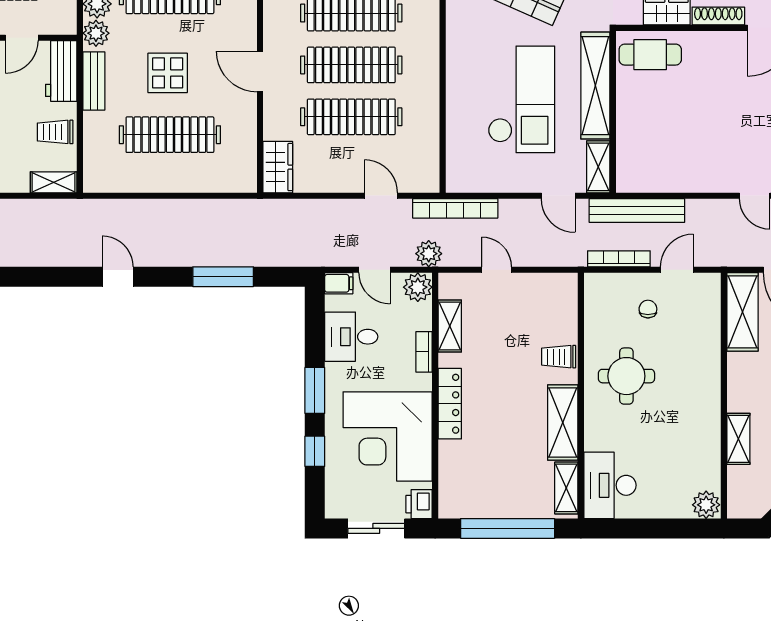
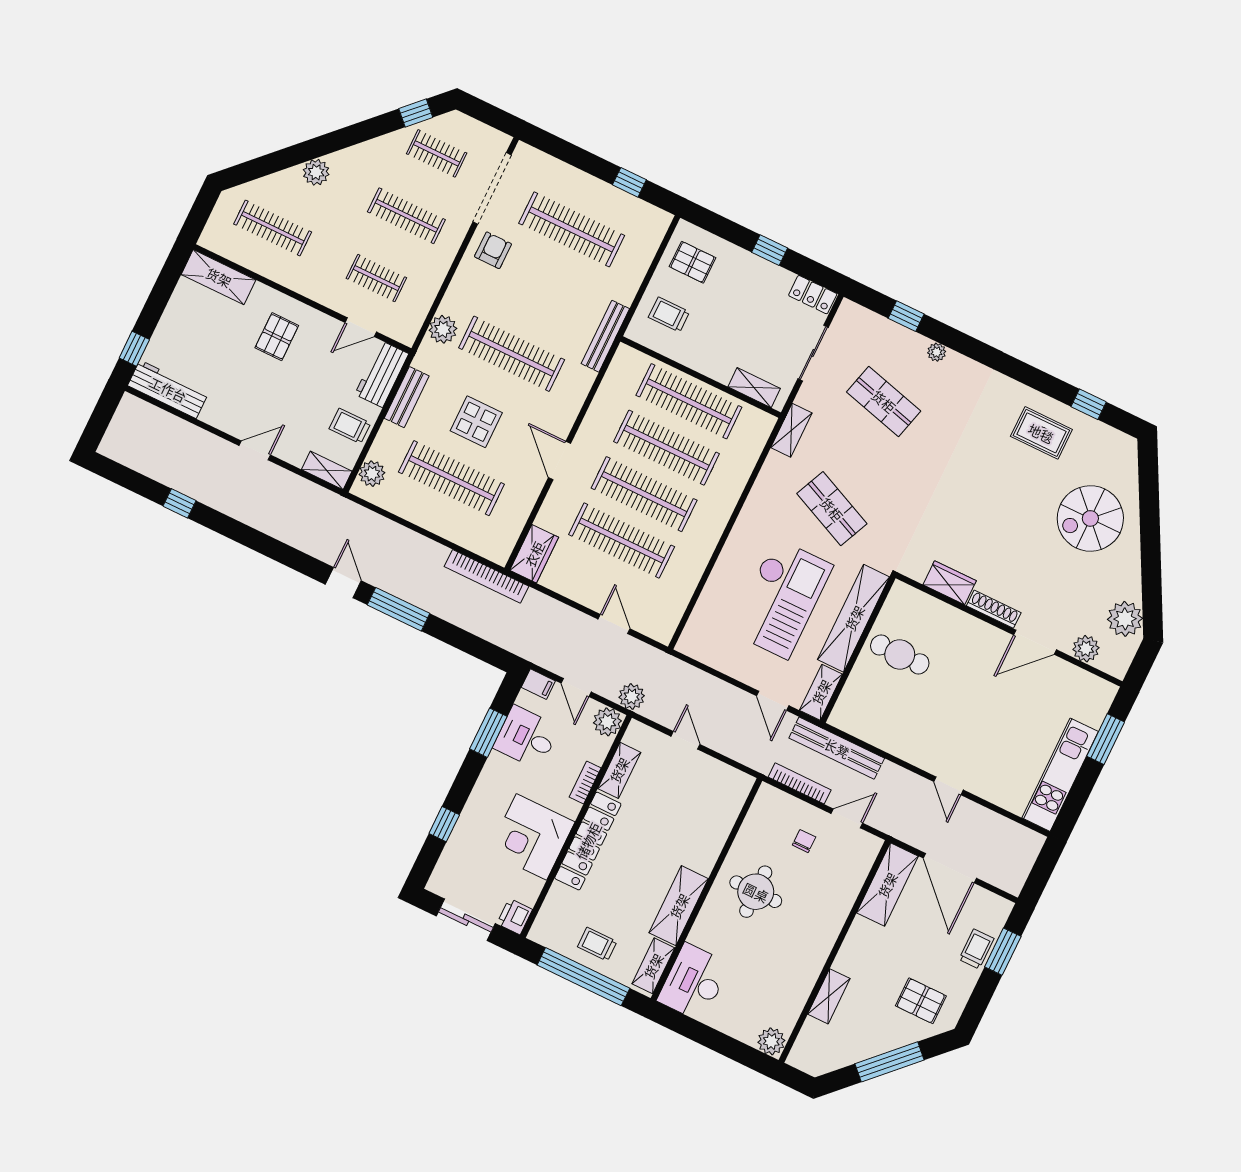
plant: (96, 33) -> (372, 474), moved
cafe table: (650, 55) -> (900, 654), moved
bookcase: (455, 208) -> (487, 576), moved
window: (223, 277) -> (398, 609), moved
trolley: (559, 357) -> (597, 944), moved
window: (315, 390) -> (488, 733), moved
locker: (450, 404) -> (588, 841), width x1.41, depth x1.21
corner desk: (388, 436) -> (532, 837), width x0.74, depth x0.74

